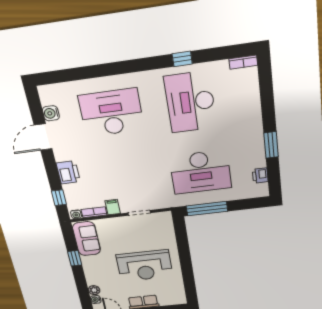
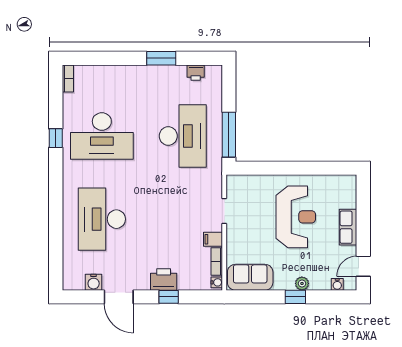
window: (59, 198) -> (169, 297), moved
window: (75, 258) -> (295, 297), moved
plant: (94, 290) -> (302, 283), moved

